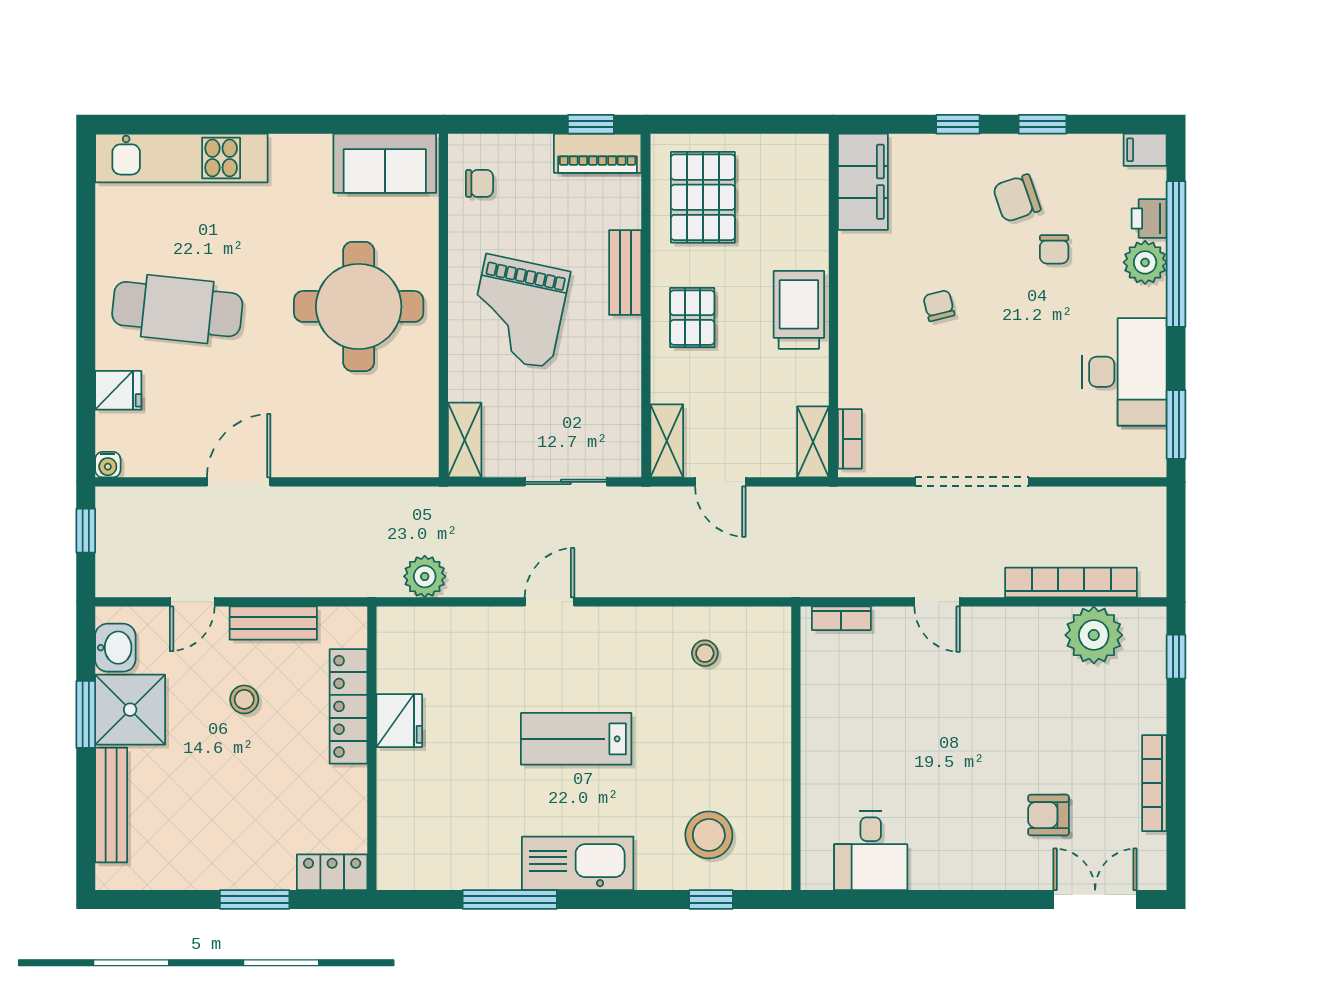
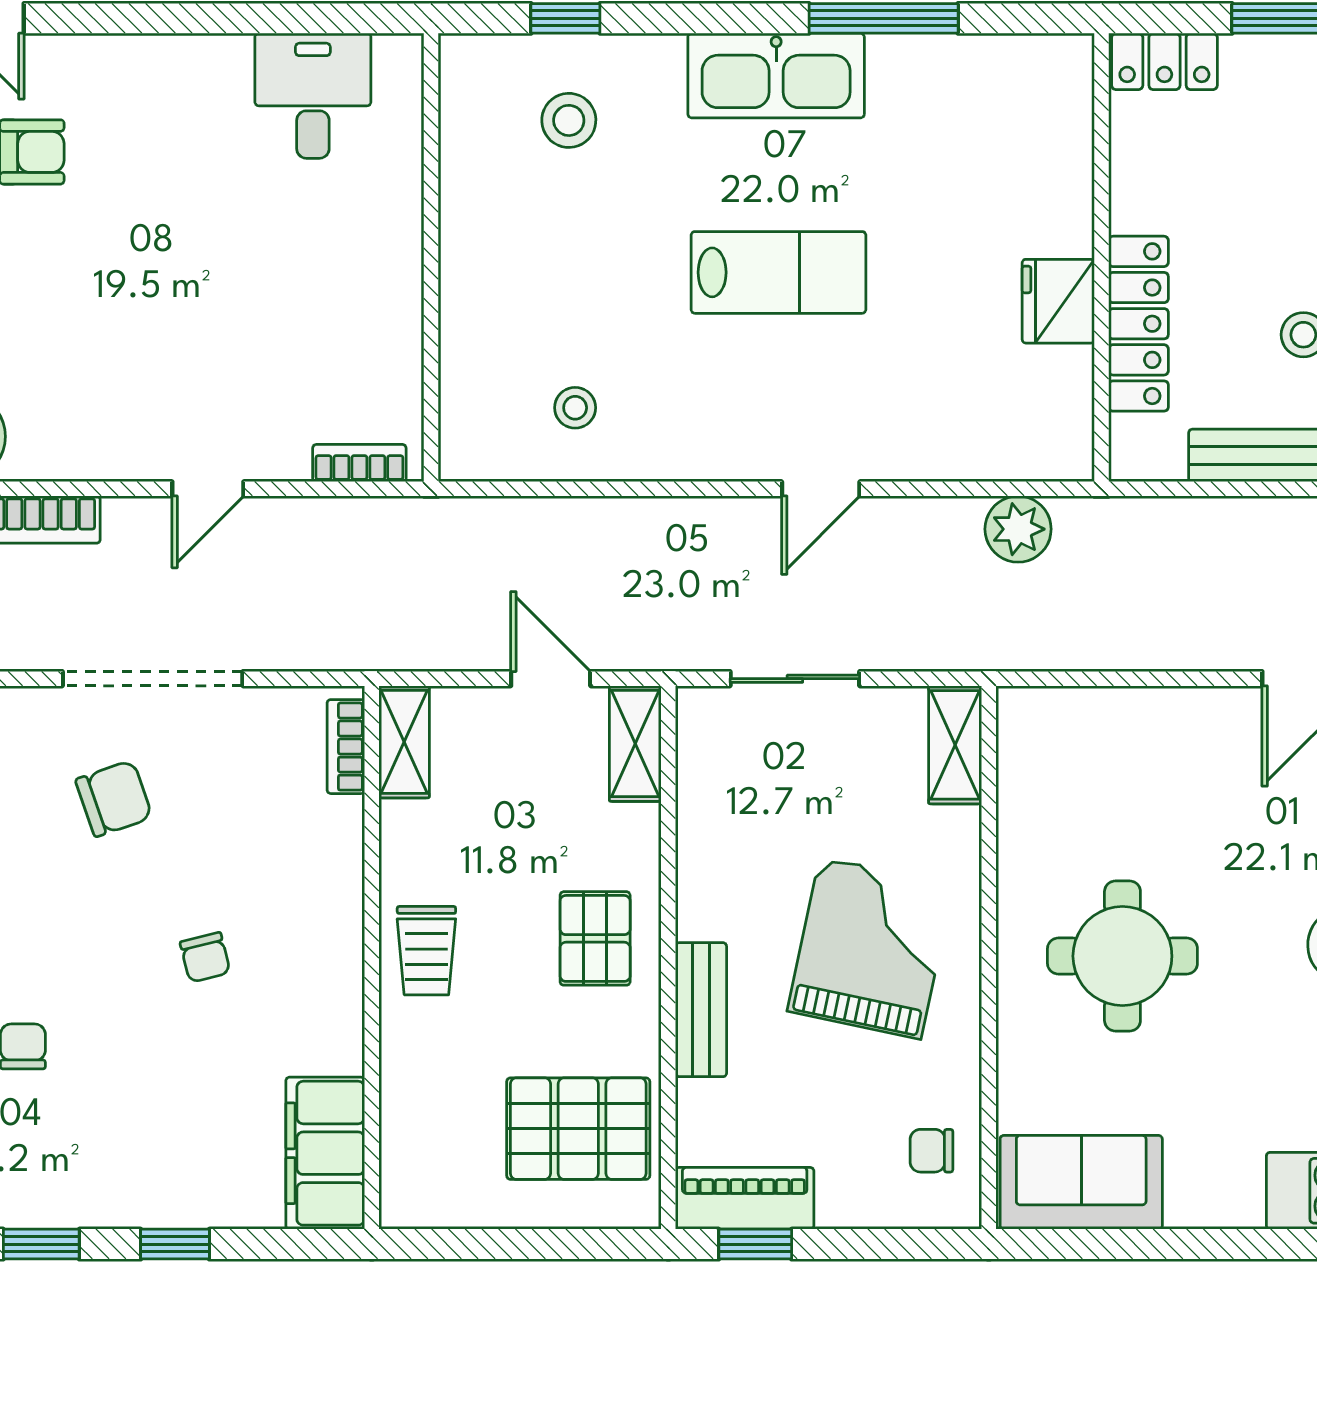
pallet: (703, 197) -> (578, 1129), turned 90
chair: (1017, 198) -> (114, 798), moved
round table: (359, 306) -> (1122, 956), width x0.73, depth x0.73
trolley: (799, 310) -> (426, 951), width x0.73, depth x0.72
door: (937, 602) -> (208, 489), swing flipped
stool: (709, 835) -> (569, 120), width x0.73, depth x0.73

